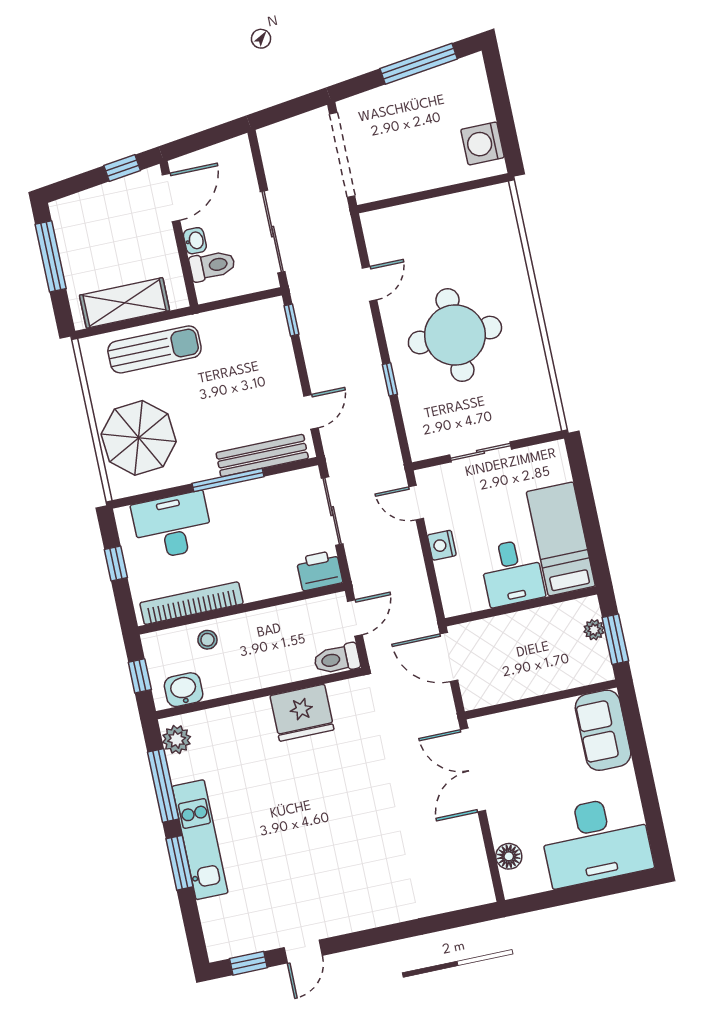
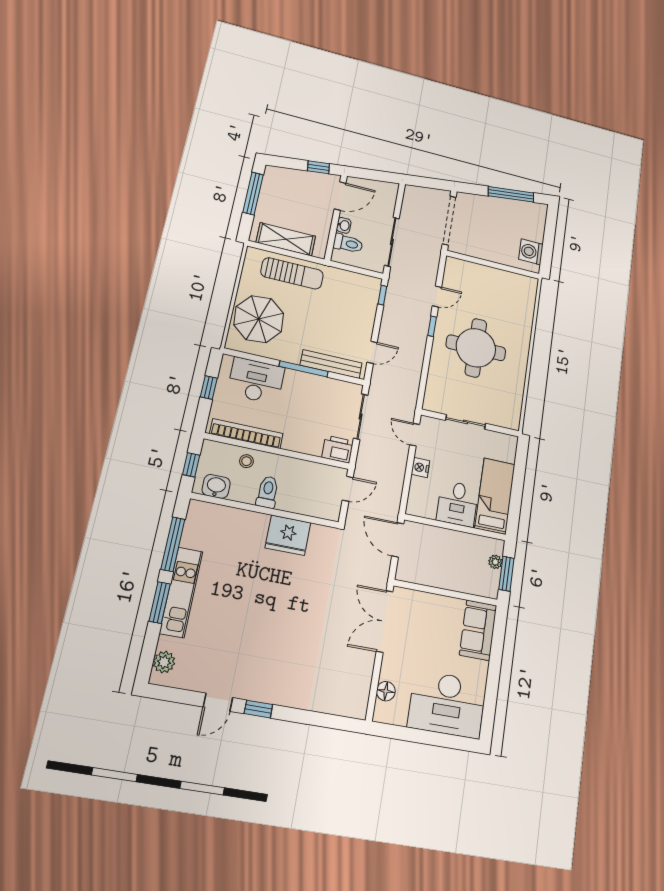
window: (390, 379) -> (432, 326), moved
toilet: (337, 659) -> (268, 492), moved, turned 90
plant: (177, 740) -> (164, 662), moved
window: (248, 963) -> (258, 709), moved

